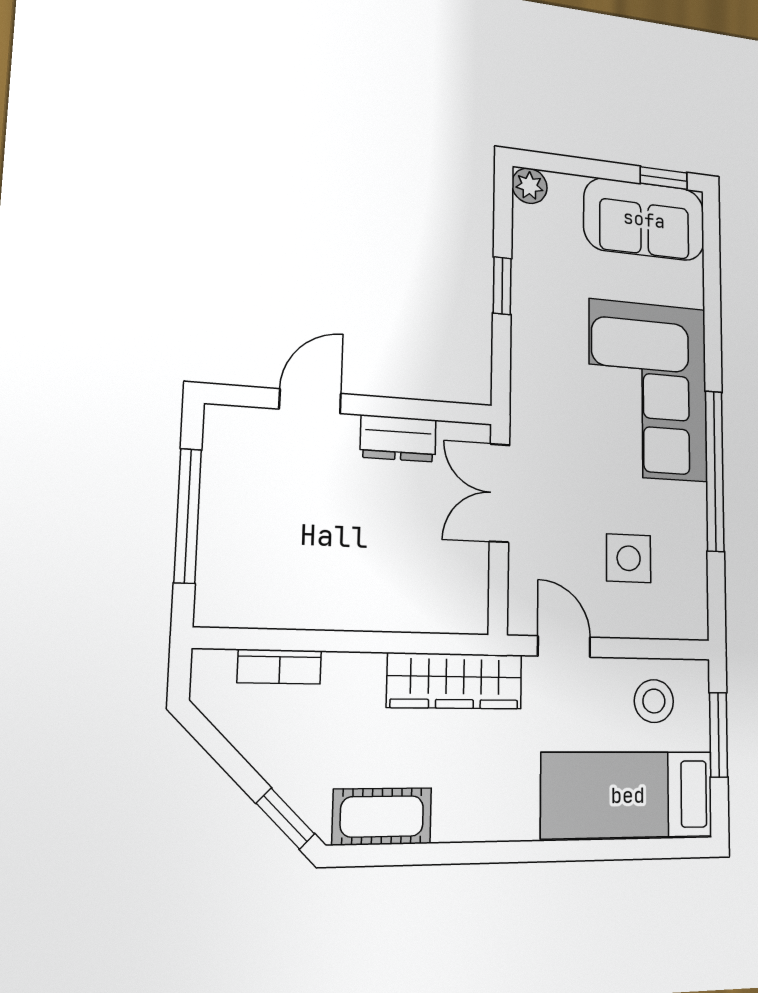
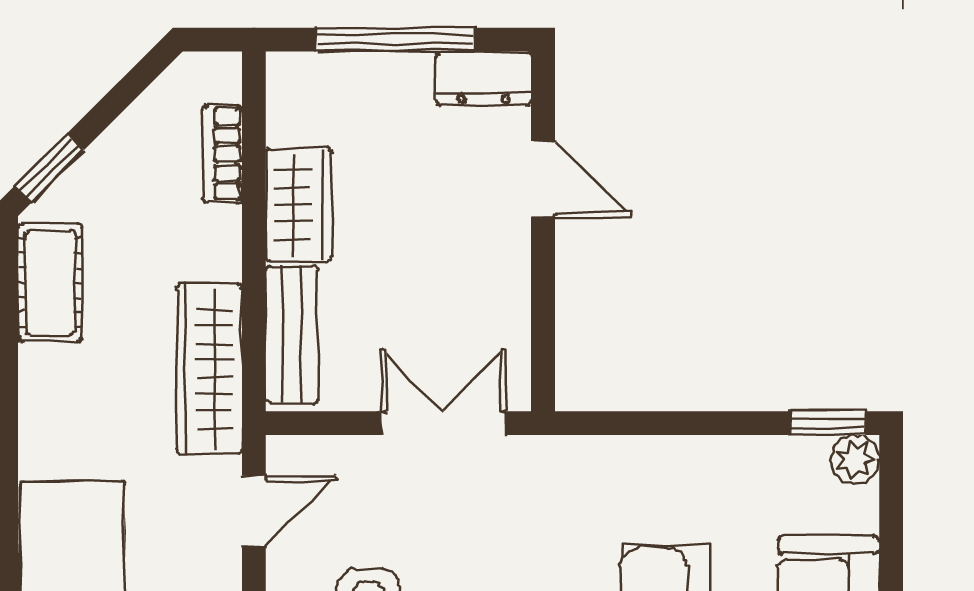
window: (502, 286) -> (828, 423), moved
dresser: (398, 438) -> (484, 78), moved, turned -90
wardrobe: (324, 603) -> (298, 205), added
bench: (429, 612) -> (292, 335), added

